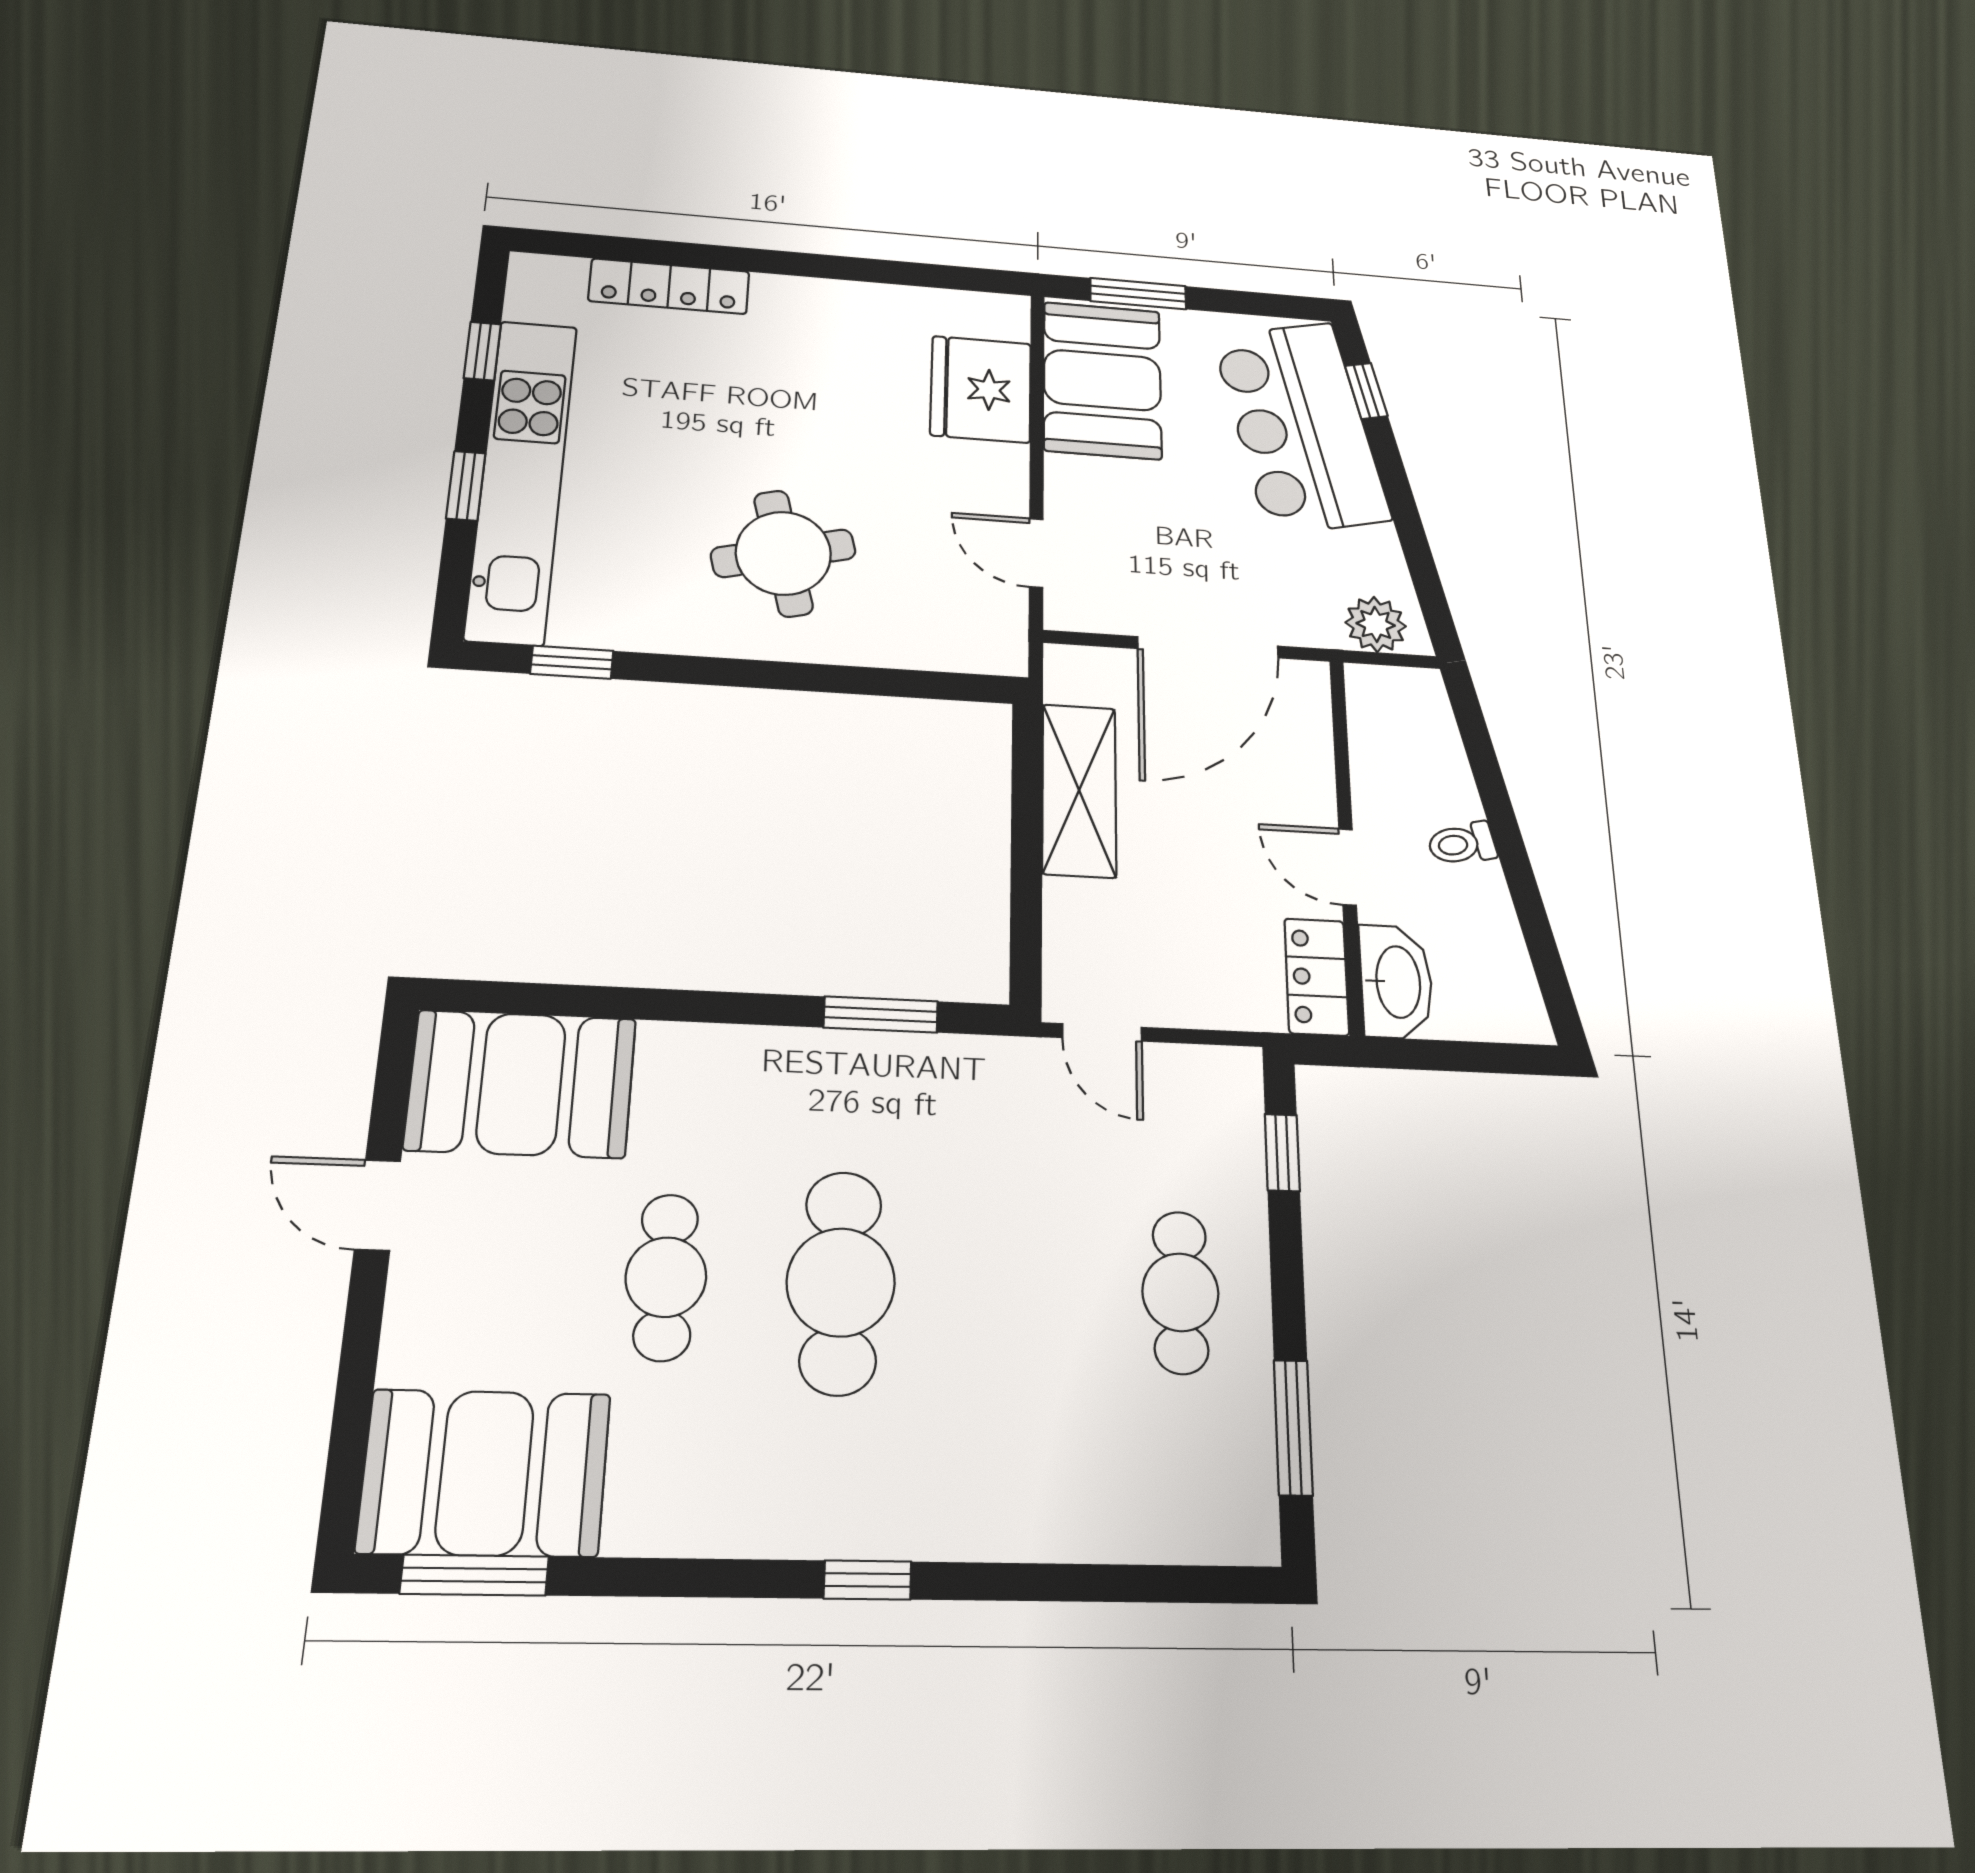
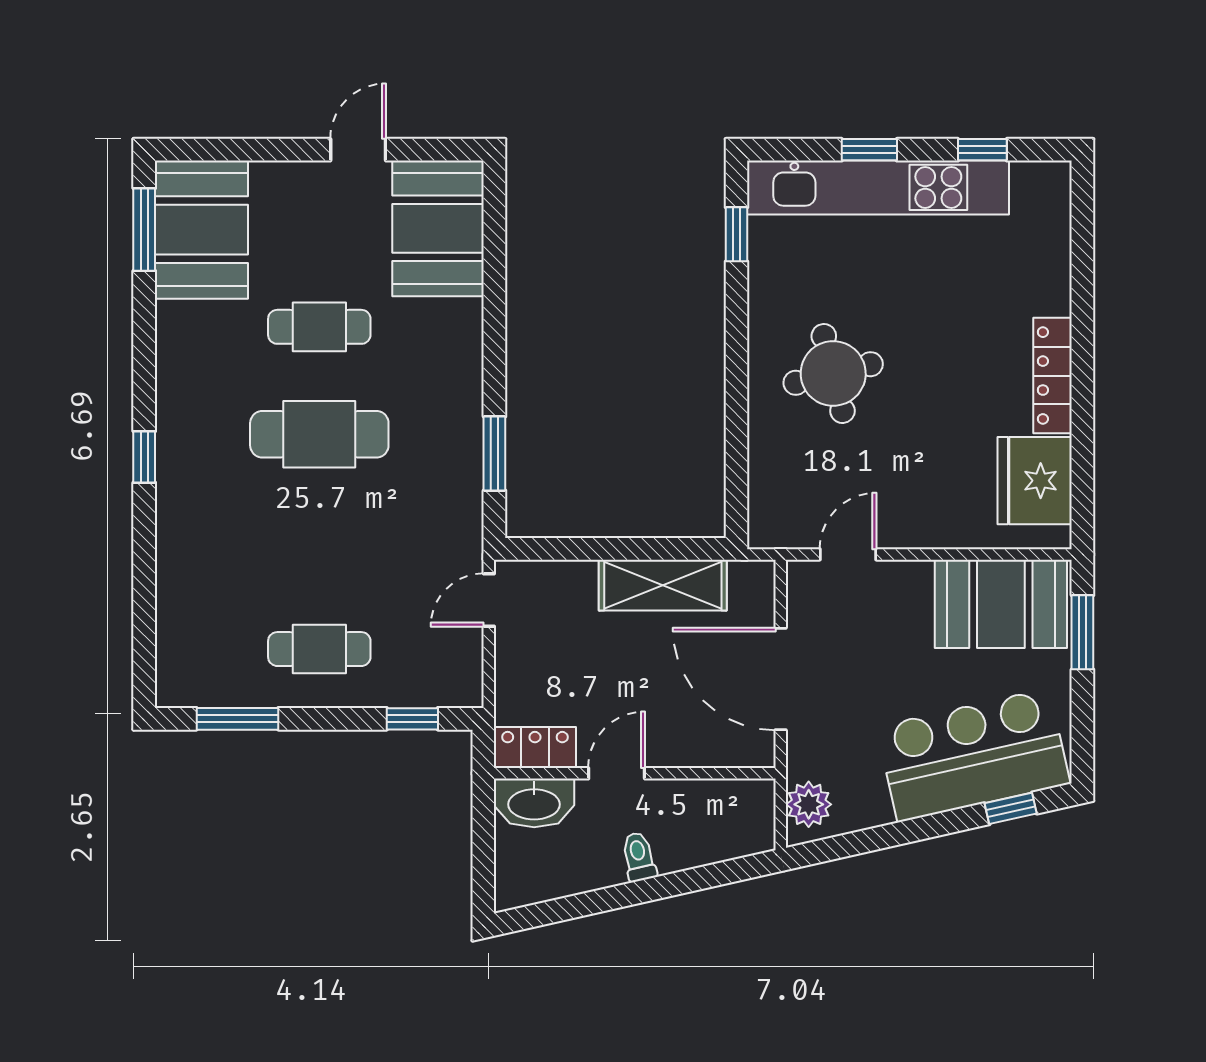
locker: (669, 286) -> (1053, 376), moved
fridge: (981, 389) -> (1035, 481), moved, turned -90

